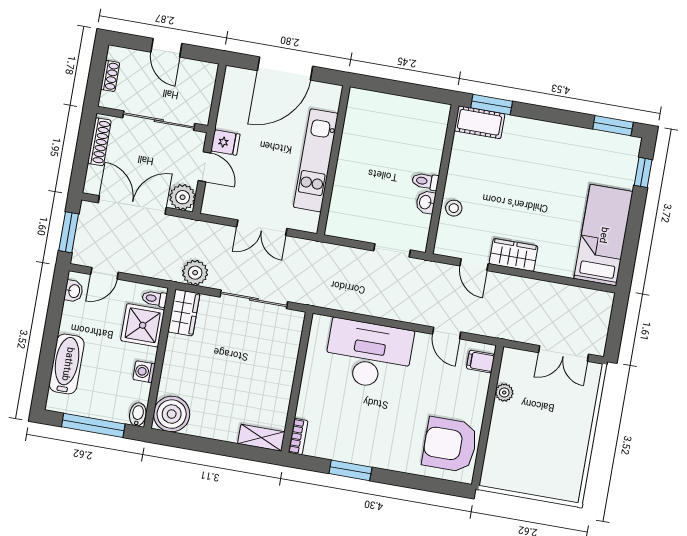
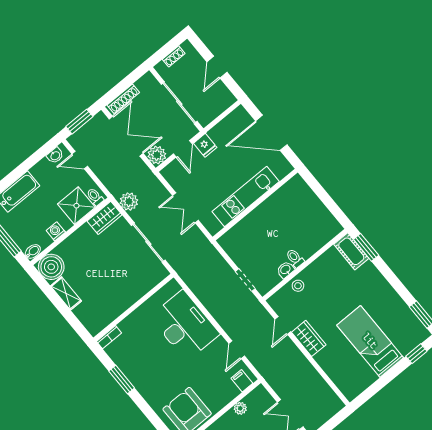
shoe rack: (99, 142) -> (123, 99), moved
bed: (603, 235) -> (370, 341), moved, turned -90
shelving: (261, 438) -> (66, 293), moved

